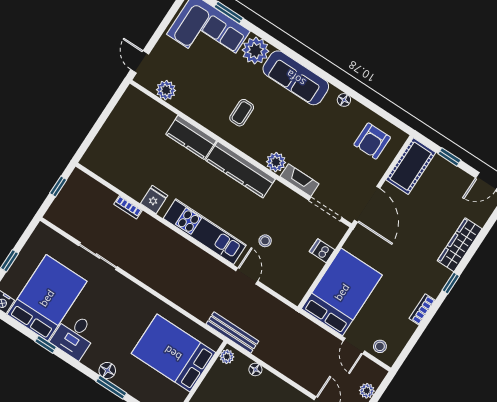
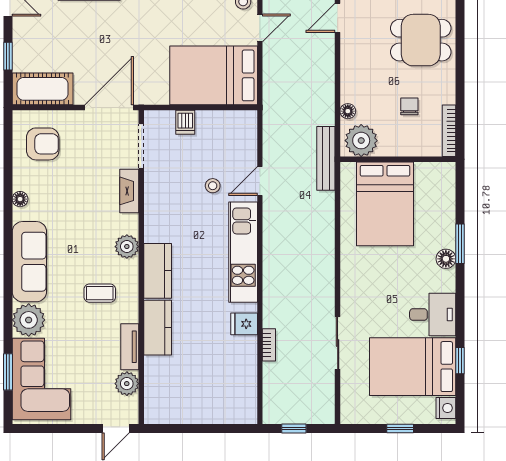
tv unit: (190, 109) -> (130, 347), added
plant: (276, 162) -> (127, 247), moved
kitchen counter: (240, 170) -> (158, 271), width x0.67
window: (46, 344) -> (460, 361), moved
plant: (227, 357) -> (361, 141), width x1.88, depth x1.88

